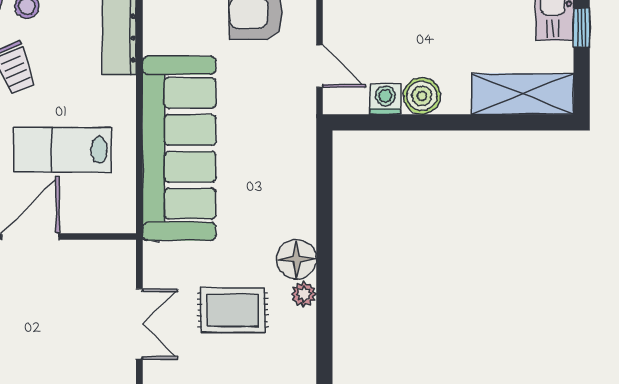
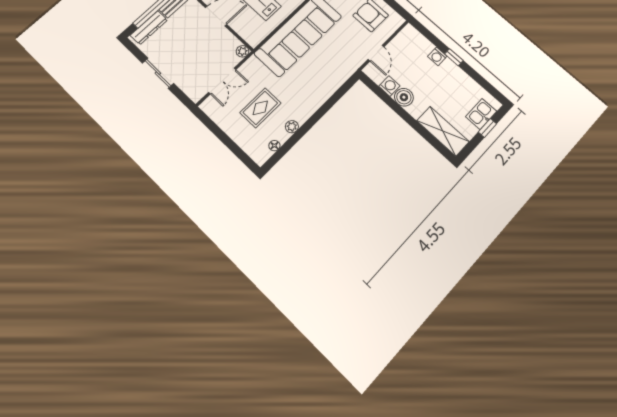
plant: (124, 252) -> (243, 51), added
floor lamp: (296, 259) -> (274, 146), moved, width x0.53, depth x0.53
rug: (233, 310) -> (260, 108), turned 90

